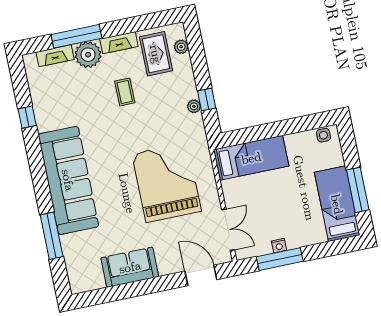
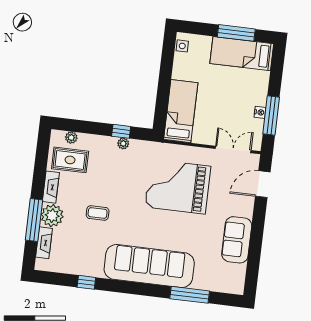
coffee table: (125, 92) -> (98, 213), moved

